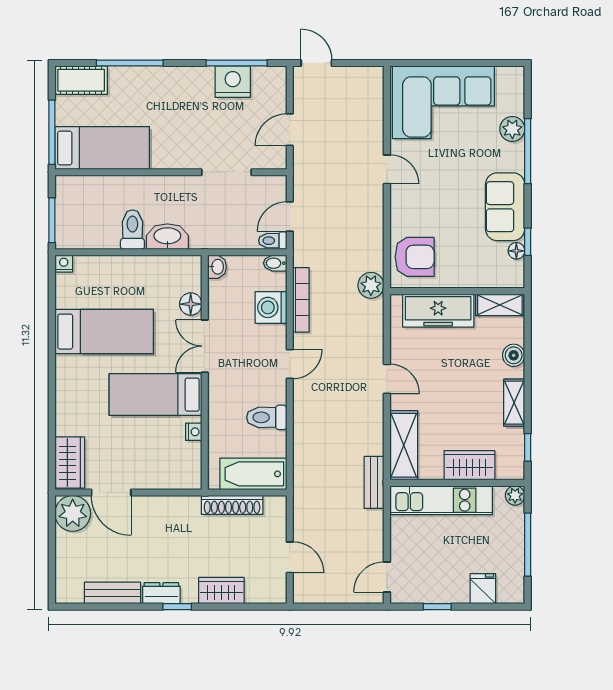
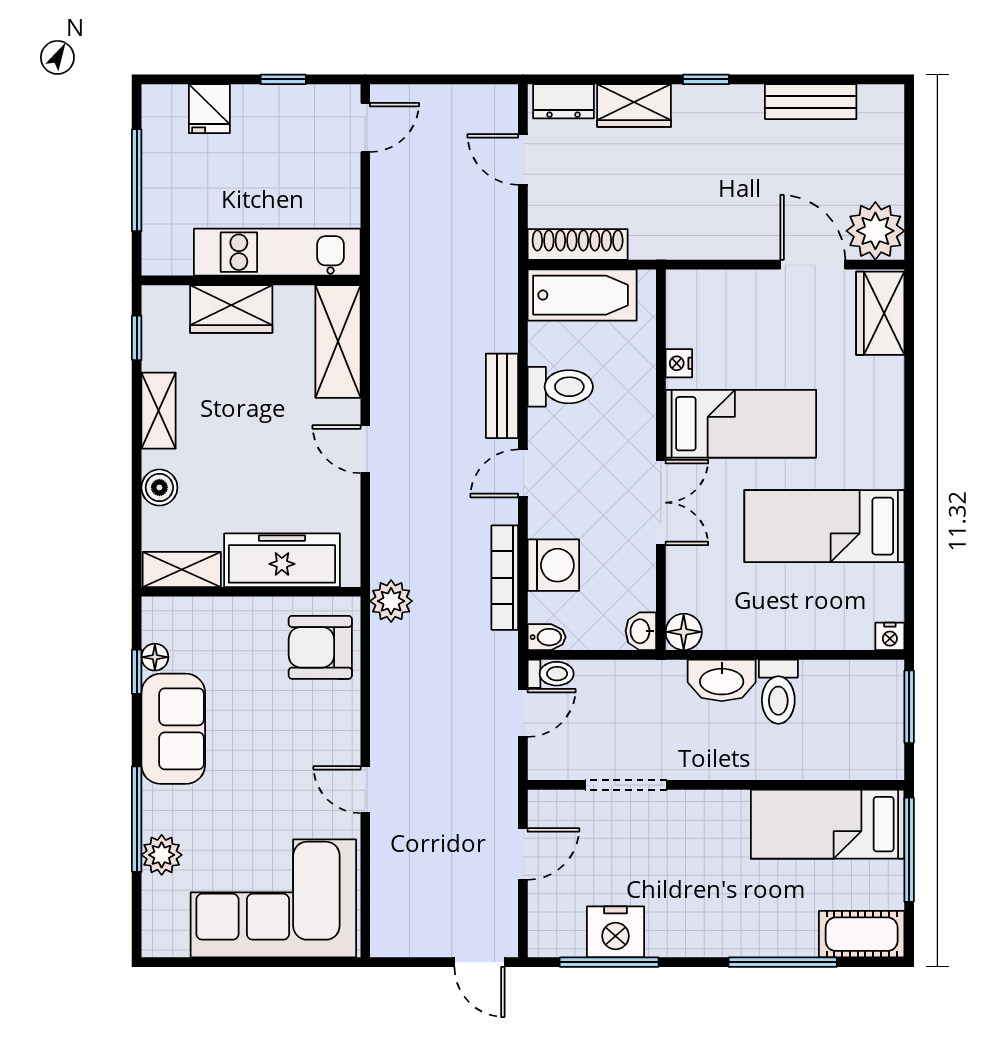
floor lamp: (191, 304) -> (684, 632), moved
bench: (374, 482) -> (502, 396), moved
plant: (515, 495) -> (157, 260), removed
shoe rack: (232, 505) -> (578, 244), moved
dresser: (161, 593) -> (564, 101), moved

